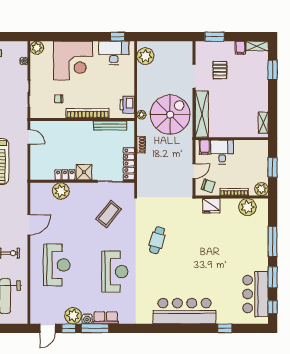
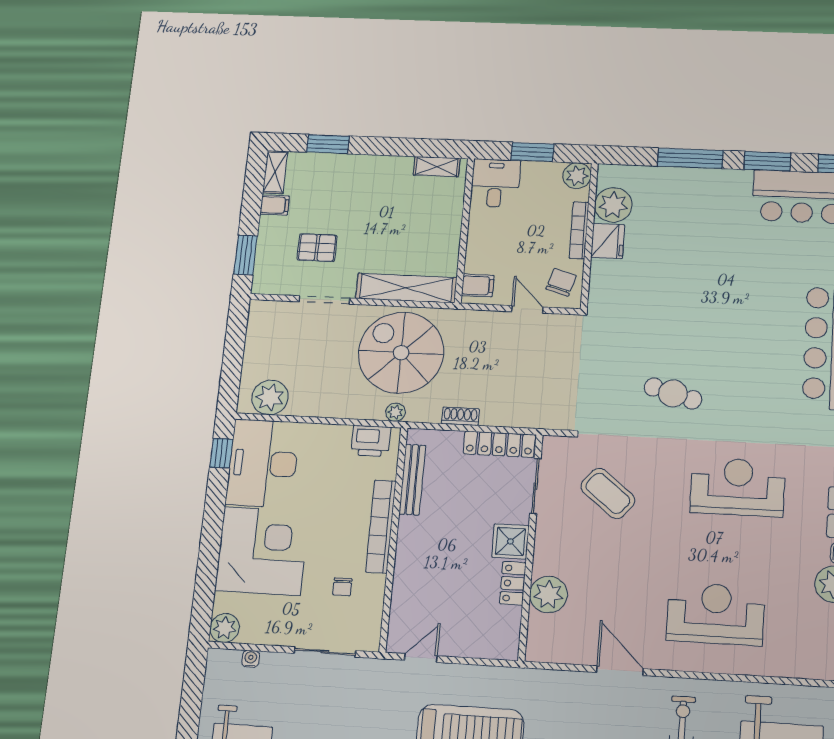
desk: (114, 53) -> (263, 463), width x1.36, depth x1.30
desk: (222, 152) -> (495, 183), moved, turned 90
fridge: (211, 206) -> (608, 241), moved

